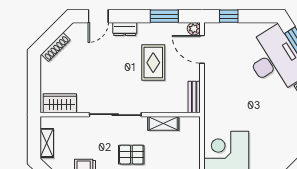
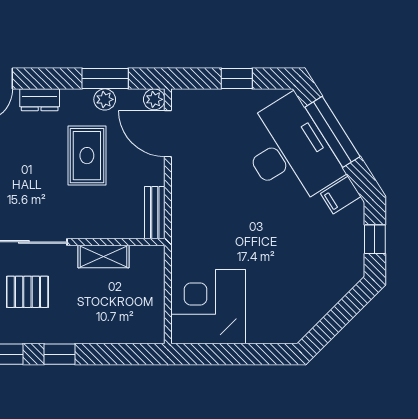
window: (229, 16) -> (237, 79), moved
plant: (164, 29) -> (105, 99), added
pallet: (131, 155) -> (27, 292), moved

